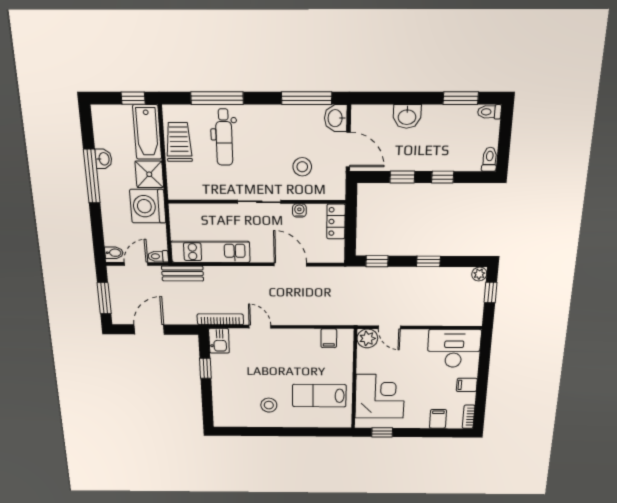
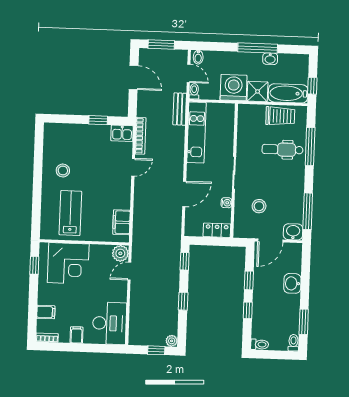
filing cabinet: (329, 338) -> (121, 222), width x2.00

